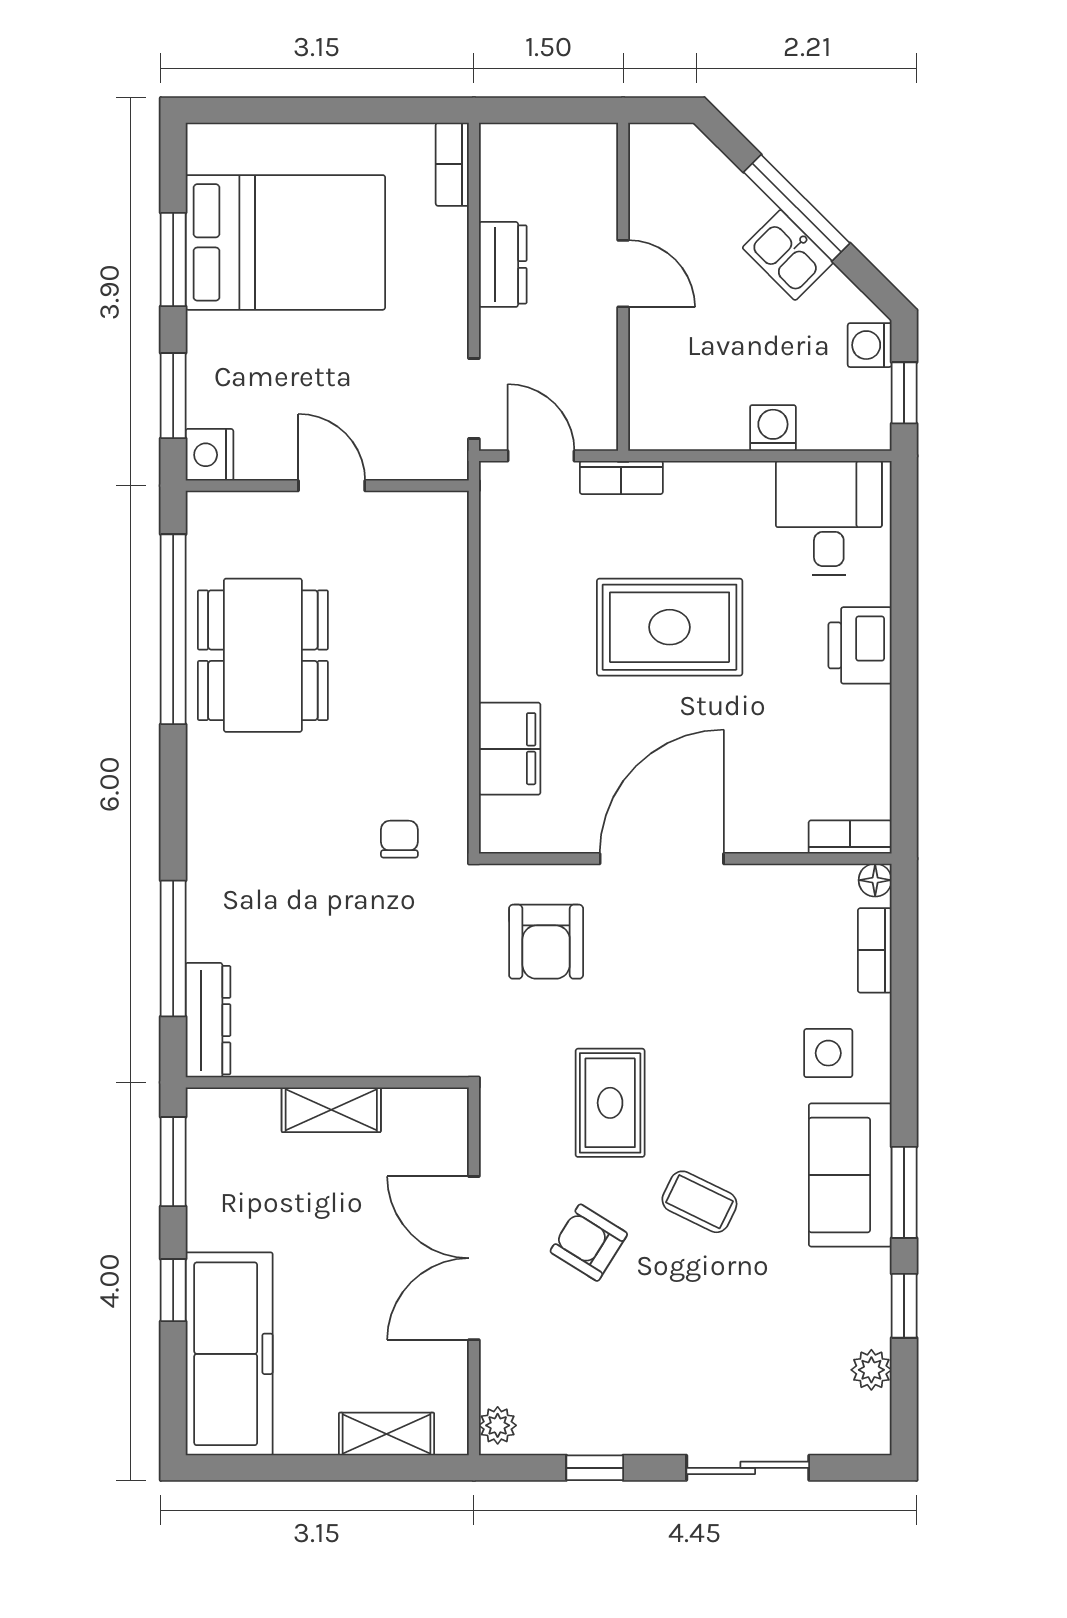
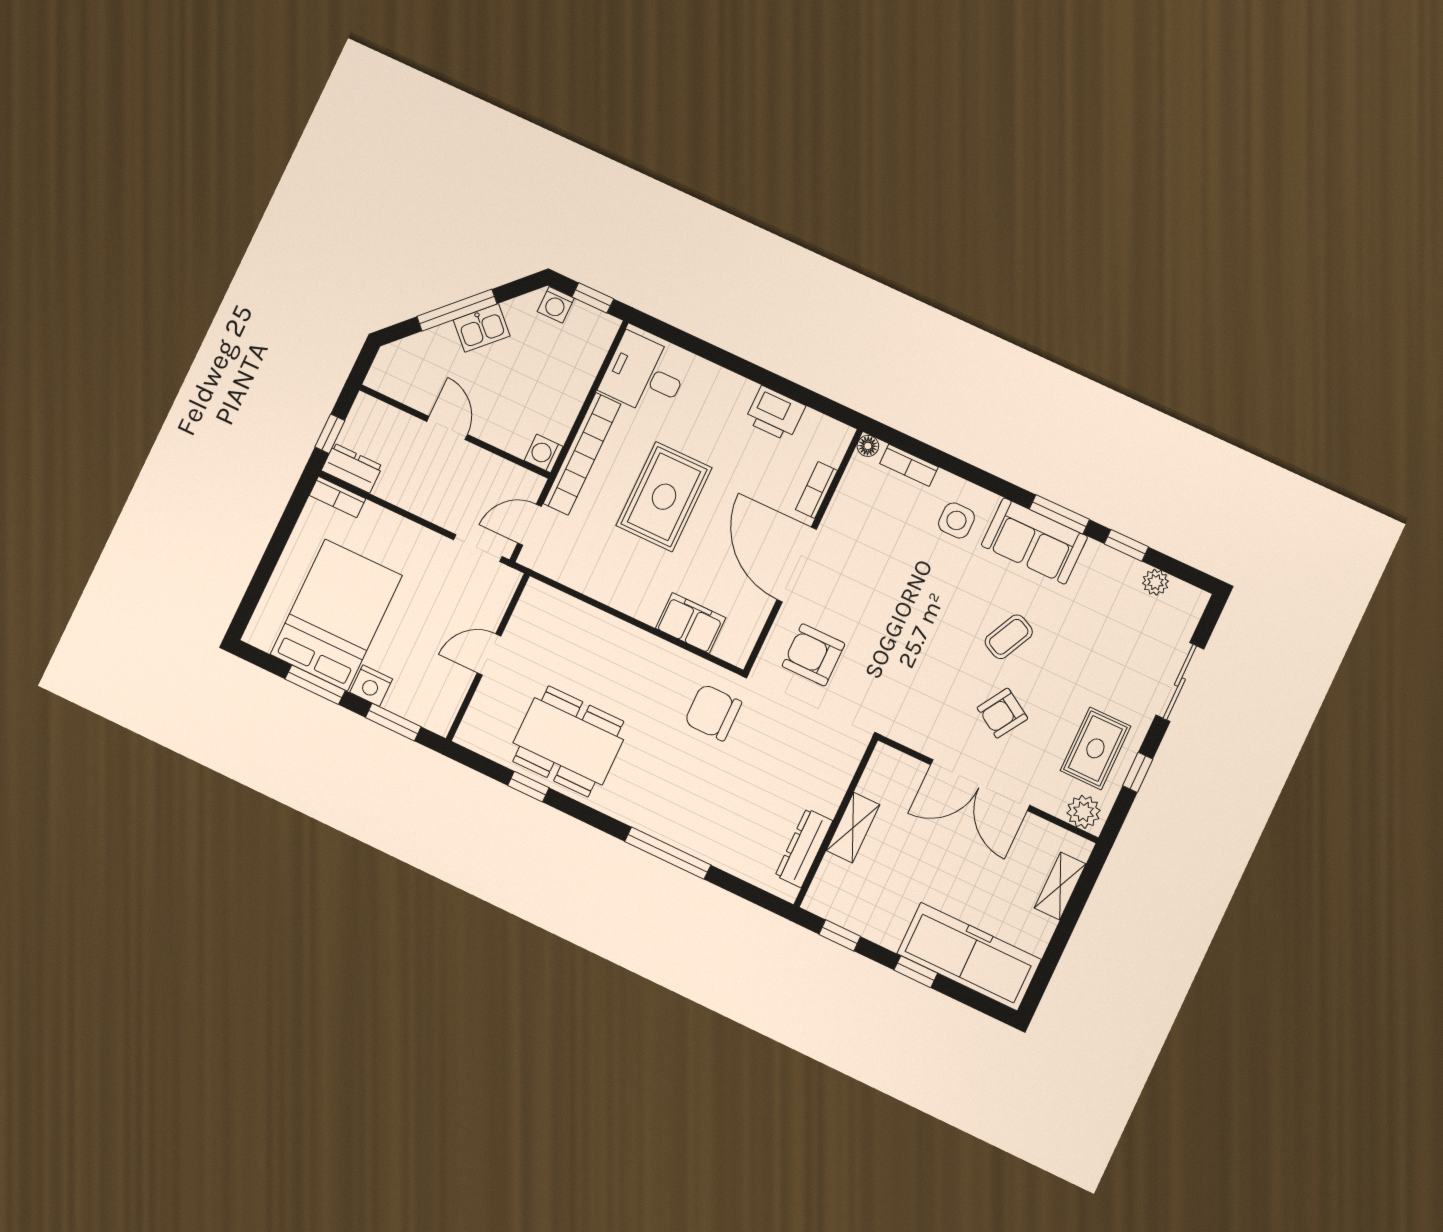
window: (537, 110) -> (330, 434), added
dresser: (503, 264) -> (352, 468), moved
door: (623, 274) -> (447, 428), hinge flipped
washing machine: (773, 428) -> (544, 453), moved
nightstand: (209, 455) -> (371, 686), moved
bookcase: (621, 477) -> (582, 454), width x2.31, depth x1.31
window: (173, 629) -> (528, 787), width x0.32
printer: (860, 645) -> (775, 414), moved
bookcase: (850, 837) -> (816, 490), moved
chair: (399, 839) -> (713, 712), width x1.87, depth x1.87
armchair: (546, 942) -> (813, 655), turned 180
window: (173, 948) -> (668, 853), moved
dresser: (208, 1020) -> (804, 848), moved, turned -90
rug: (610, 1103) -> (1095, 748), moved, turned 90
window: (173, 1162) -> (840, 935), width x0.67
plant: (498, 1425) -> (1083, 812), width x1.38, depth x1.38

